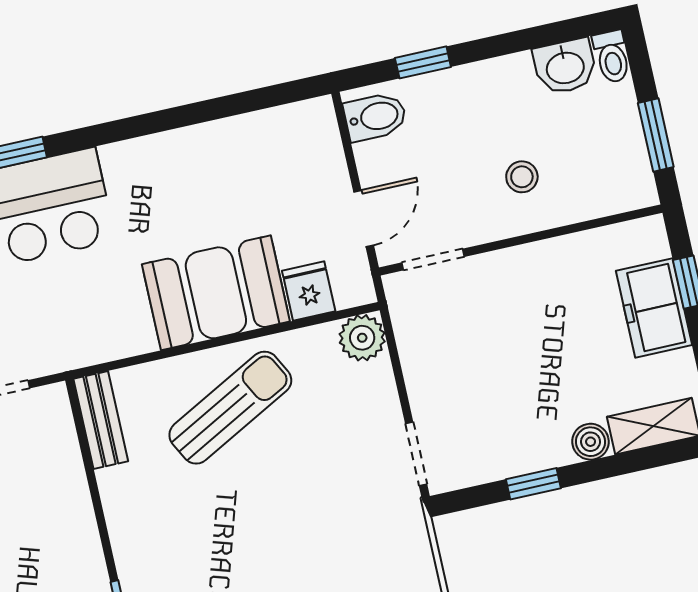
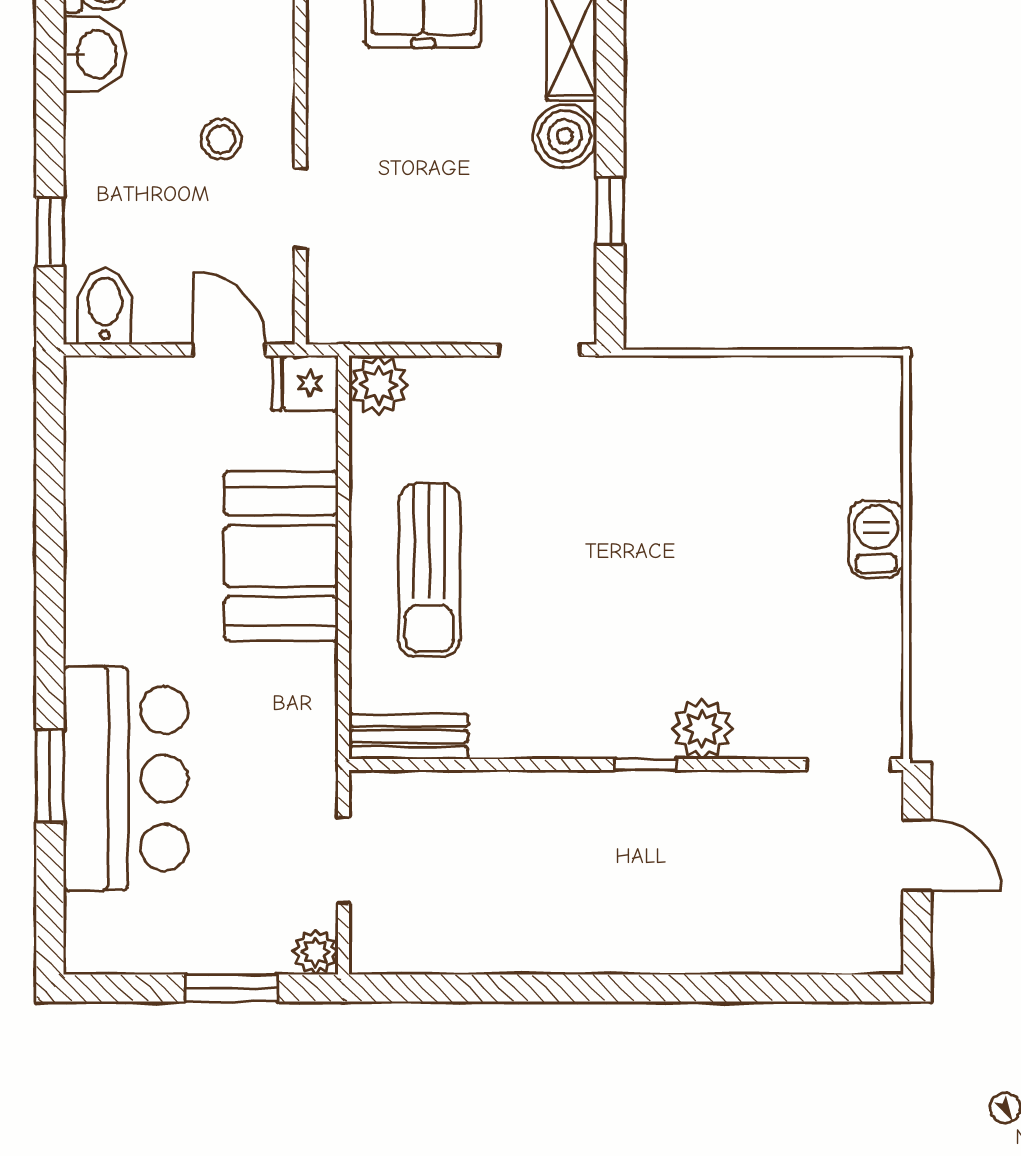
doorway: (433, 260) -> (300, 208), moved
fridge: (309, 291) -> (305, 383), moved
sun lounger: (230, 408) -> (429, 570), turned -152
boiler: (591, 442) -> (565, 136), width x1.36, depth x1.36

